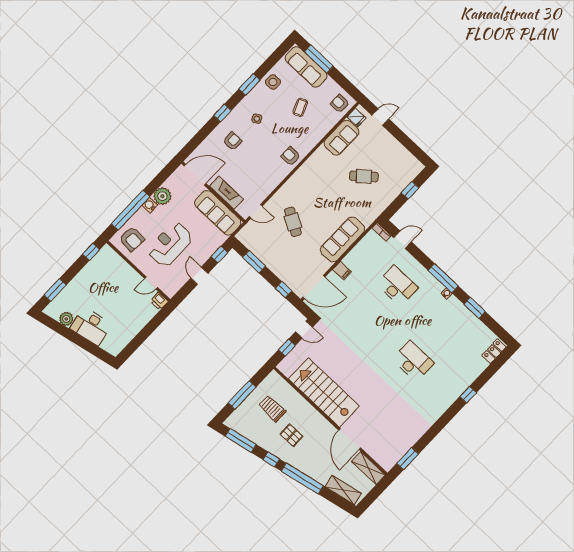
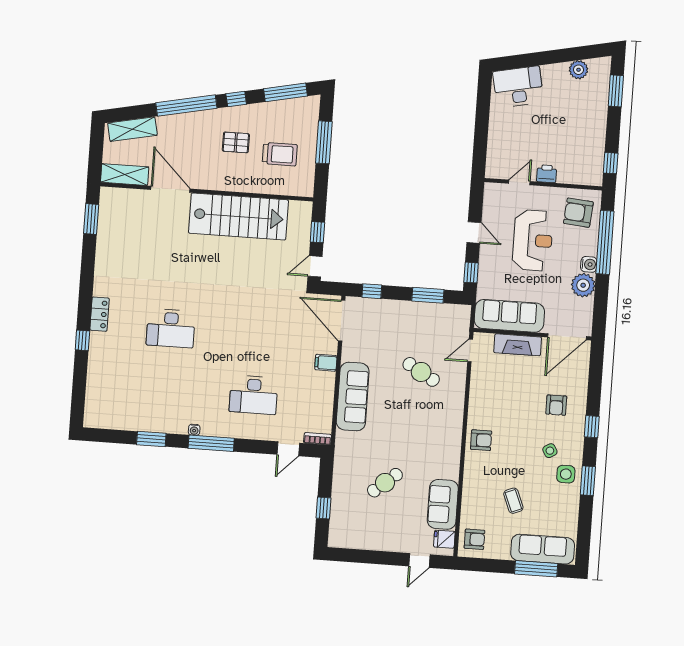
side table: (273, 82) -> (566, 474), moved
door: (314, 287) -> (342, 321), hinge flipped
printer: (159, 301) -> (547, 174), moved
desk: (91, 326) -> (518, 87), moved
locker: (494, 351) -> (100, 314), moved

